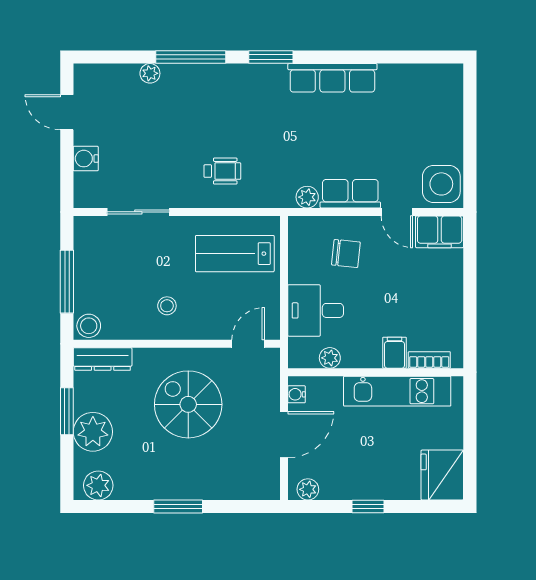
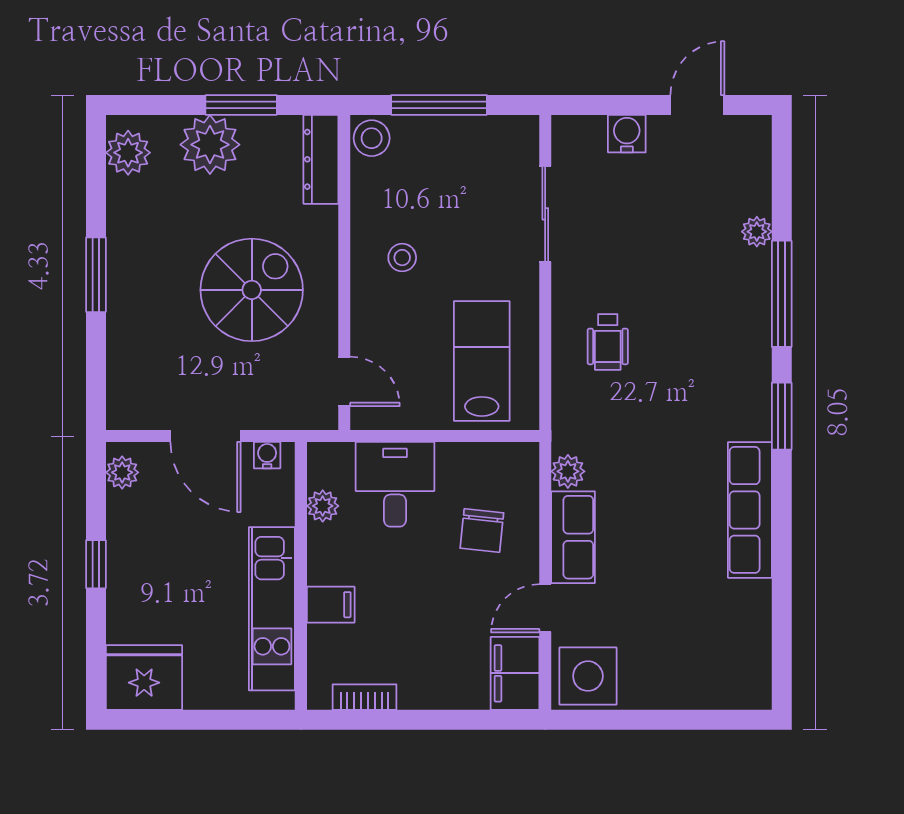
bookcase: (429, 360) -> (364, 697), moved, turned -90

